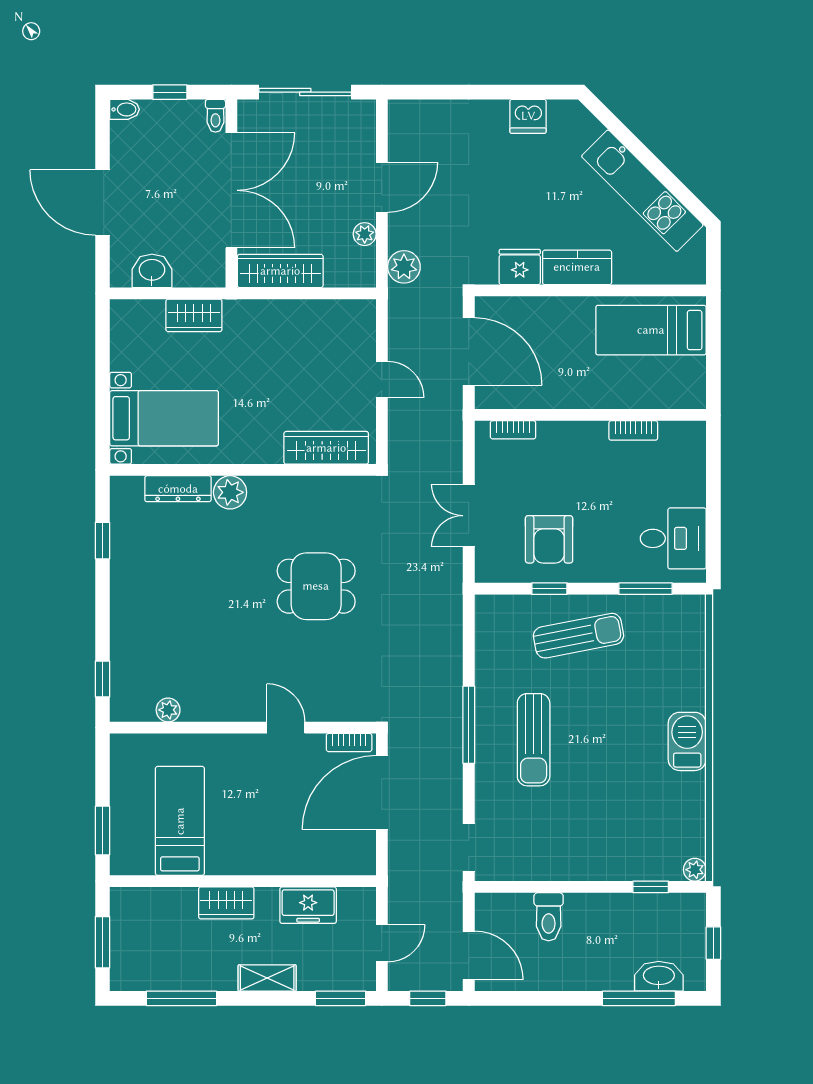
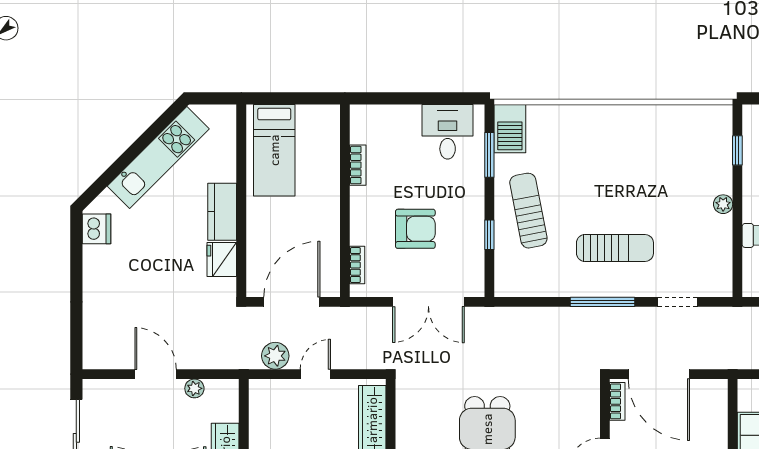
dishwasher: (528, 116) -> (96, 229), moved
plant: (404, 267) -> (275, 356), moved
double door: (469, 516) -> (428, 302), width x1.37
armchair: (549, 539) -> (415, 229), moved
barbecue: (687, 741) -> (510, 129), moved, turned -90
doorway: (469, 847) -> (678, 302), moved
plant: (695, 870) -> (723, 204), moved

